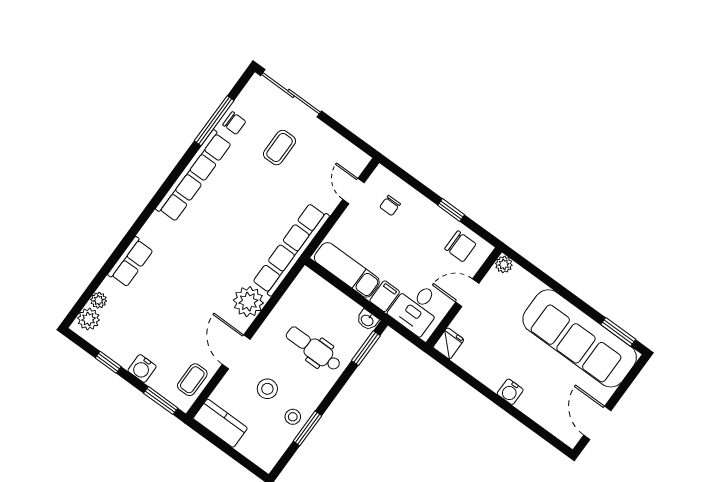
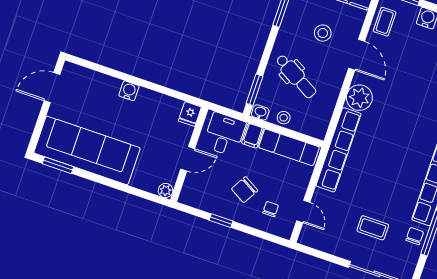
chair: (234, 123) -> (415, 236), turned 90
coffee table: (280, 148) -> (373, 228), turned 90
chair: (460, 246) -> (245, 190), moved, turned -60
dental chair: (313, 349) -> (296, 76), turned 30
stool: (293, 417) -> (284, 118), moved
door: (597, 423) -> (52, 88), swing flipped

